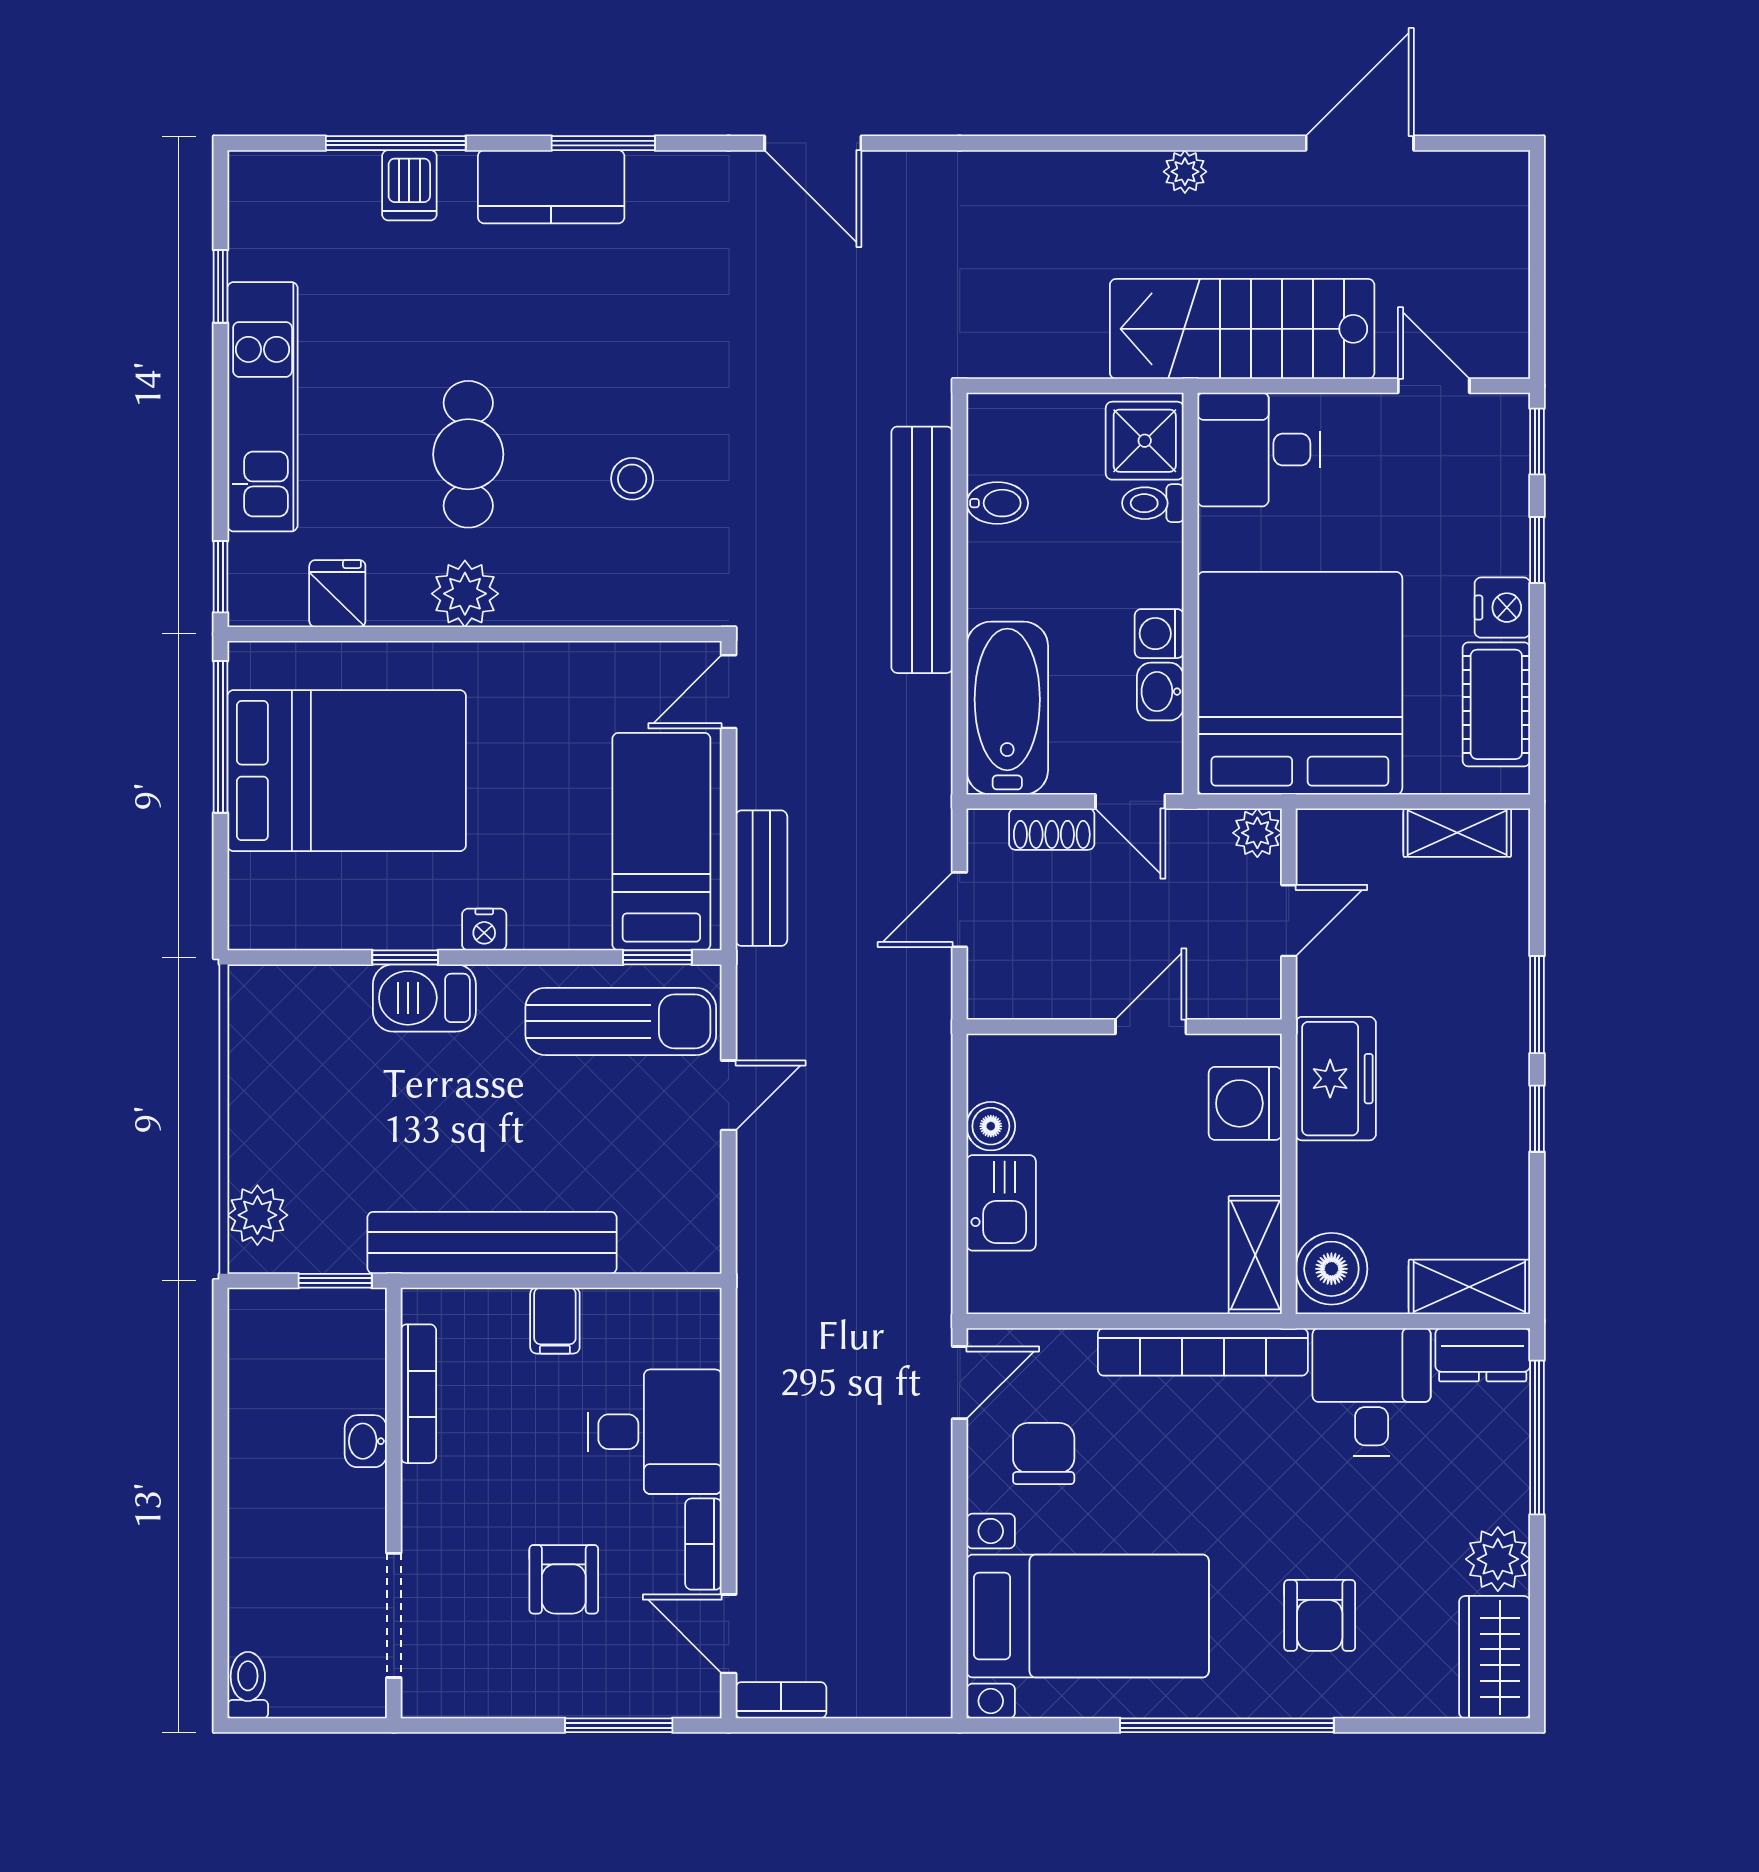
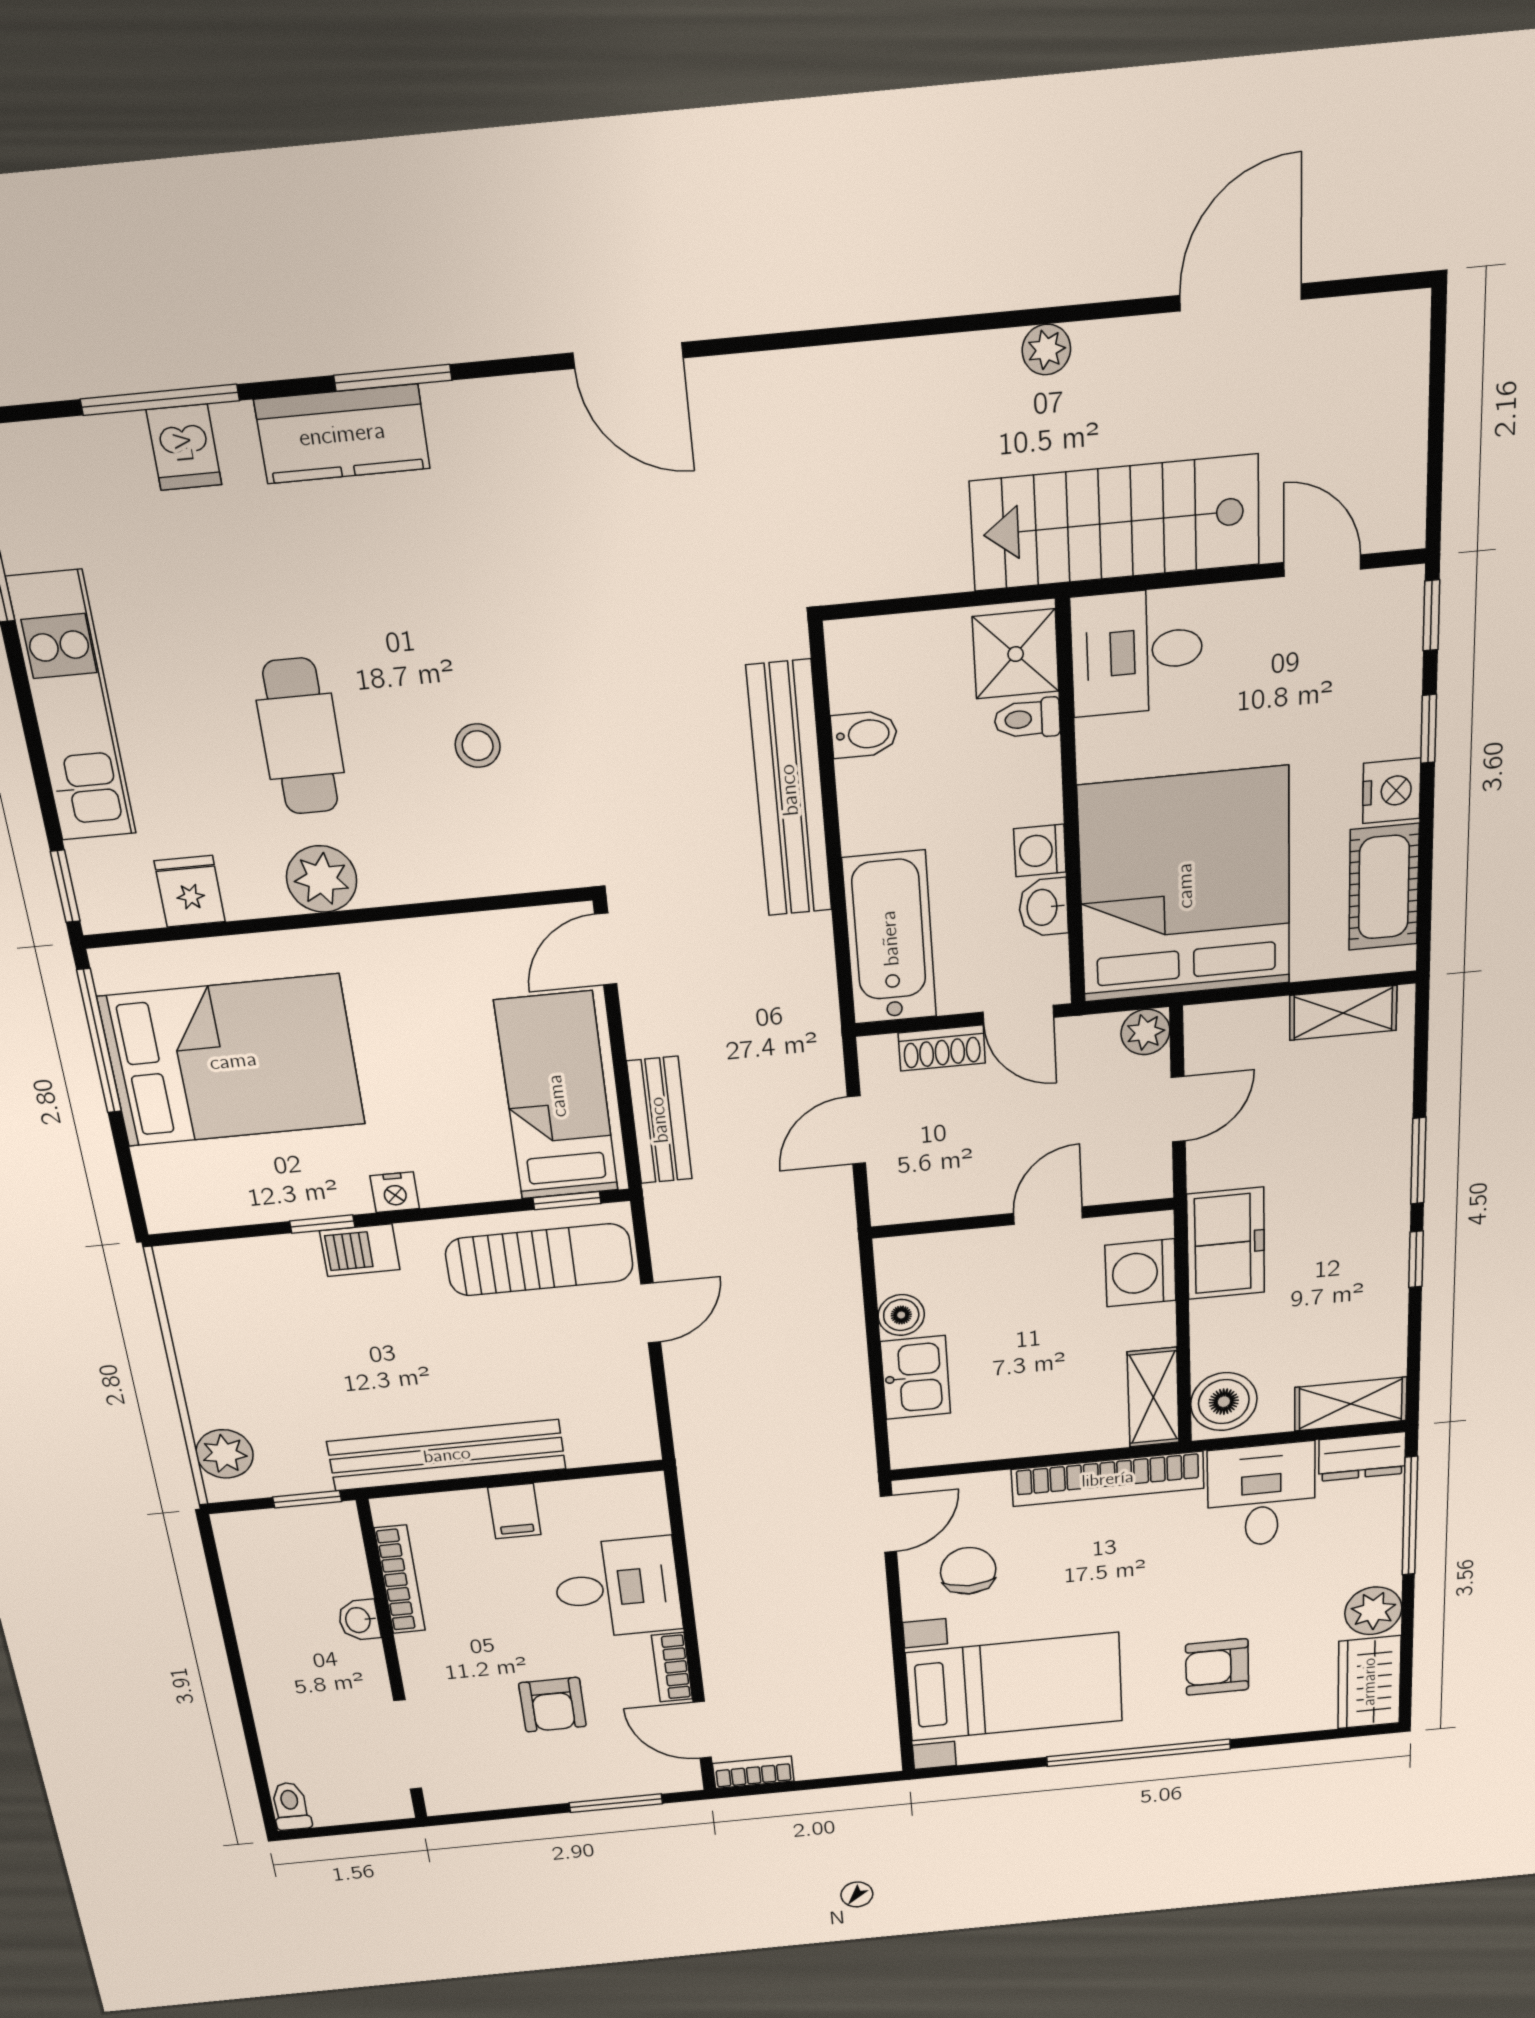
barbecue: (424, 998) -> (360, 1250), width x0.73, depth x0.79
armchair: (1320, 1615) -> (1217, 1667), turned 90

